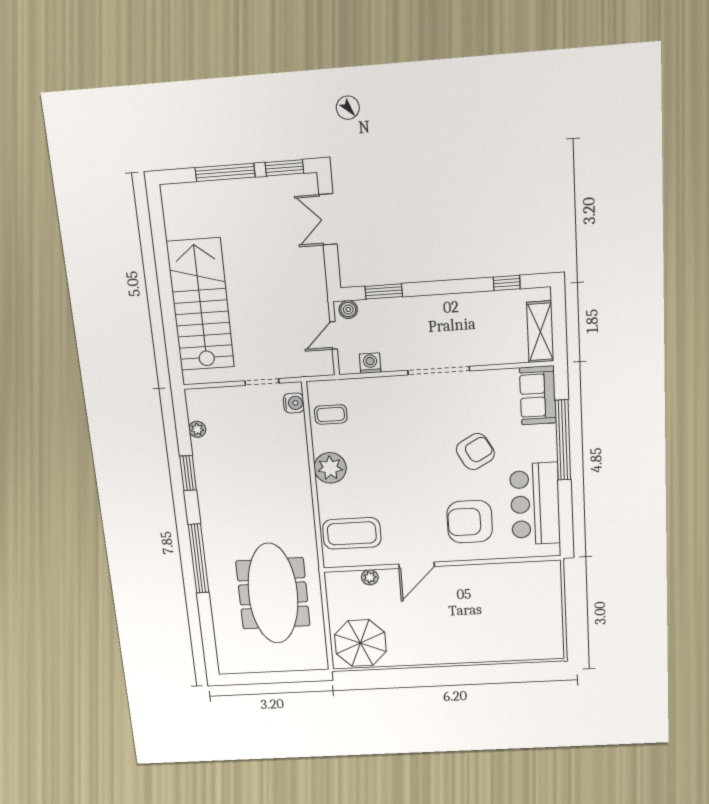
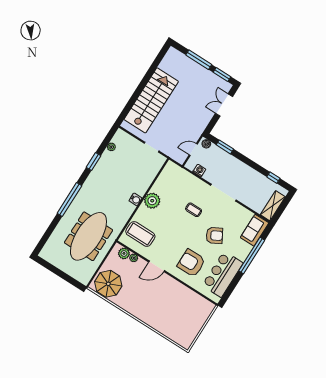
water cooler: (294, 403) -> (136, 199), moved
coffee table: (331, 414) -> (194, 210), moved
plant: (349, 581) -> (124, 253), added

